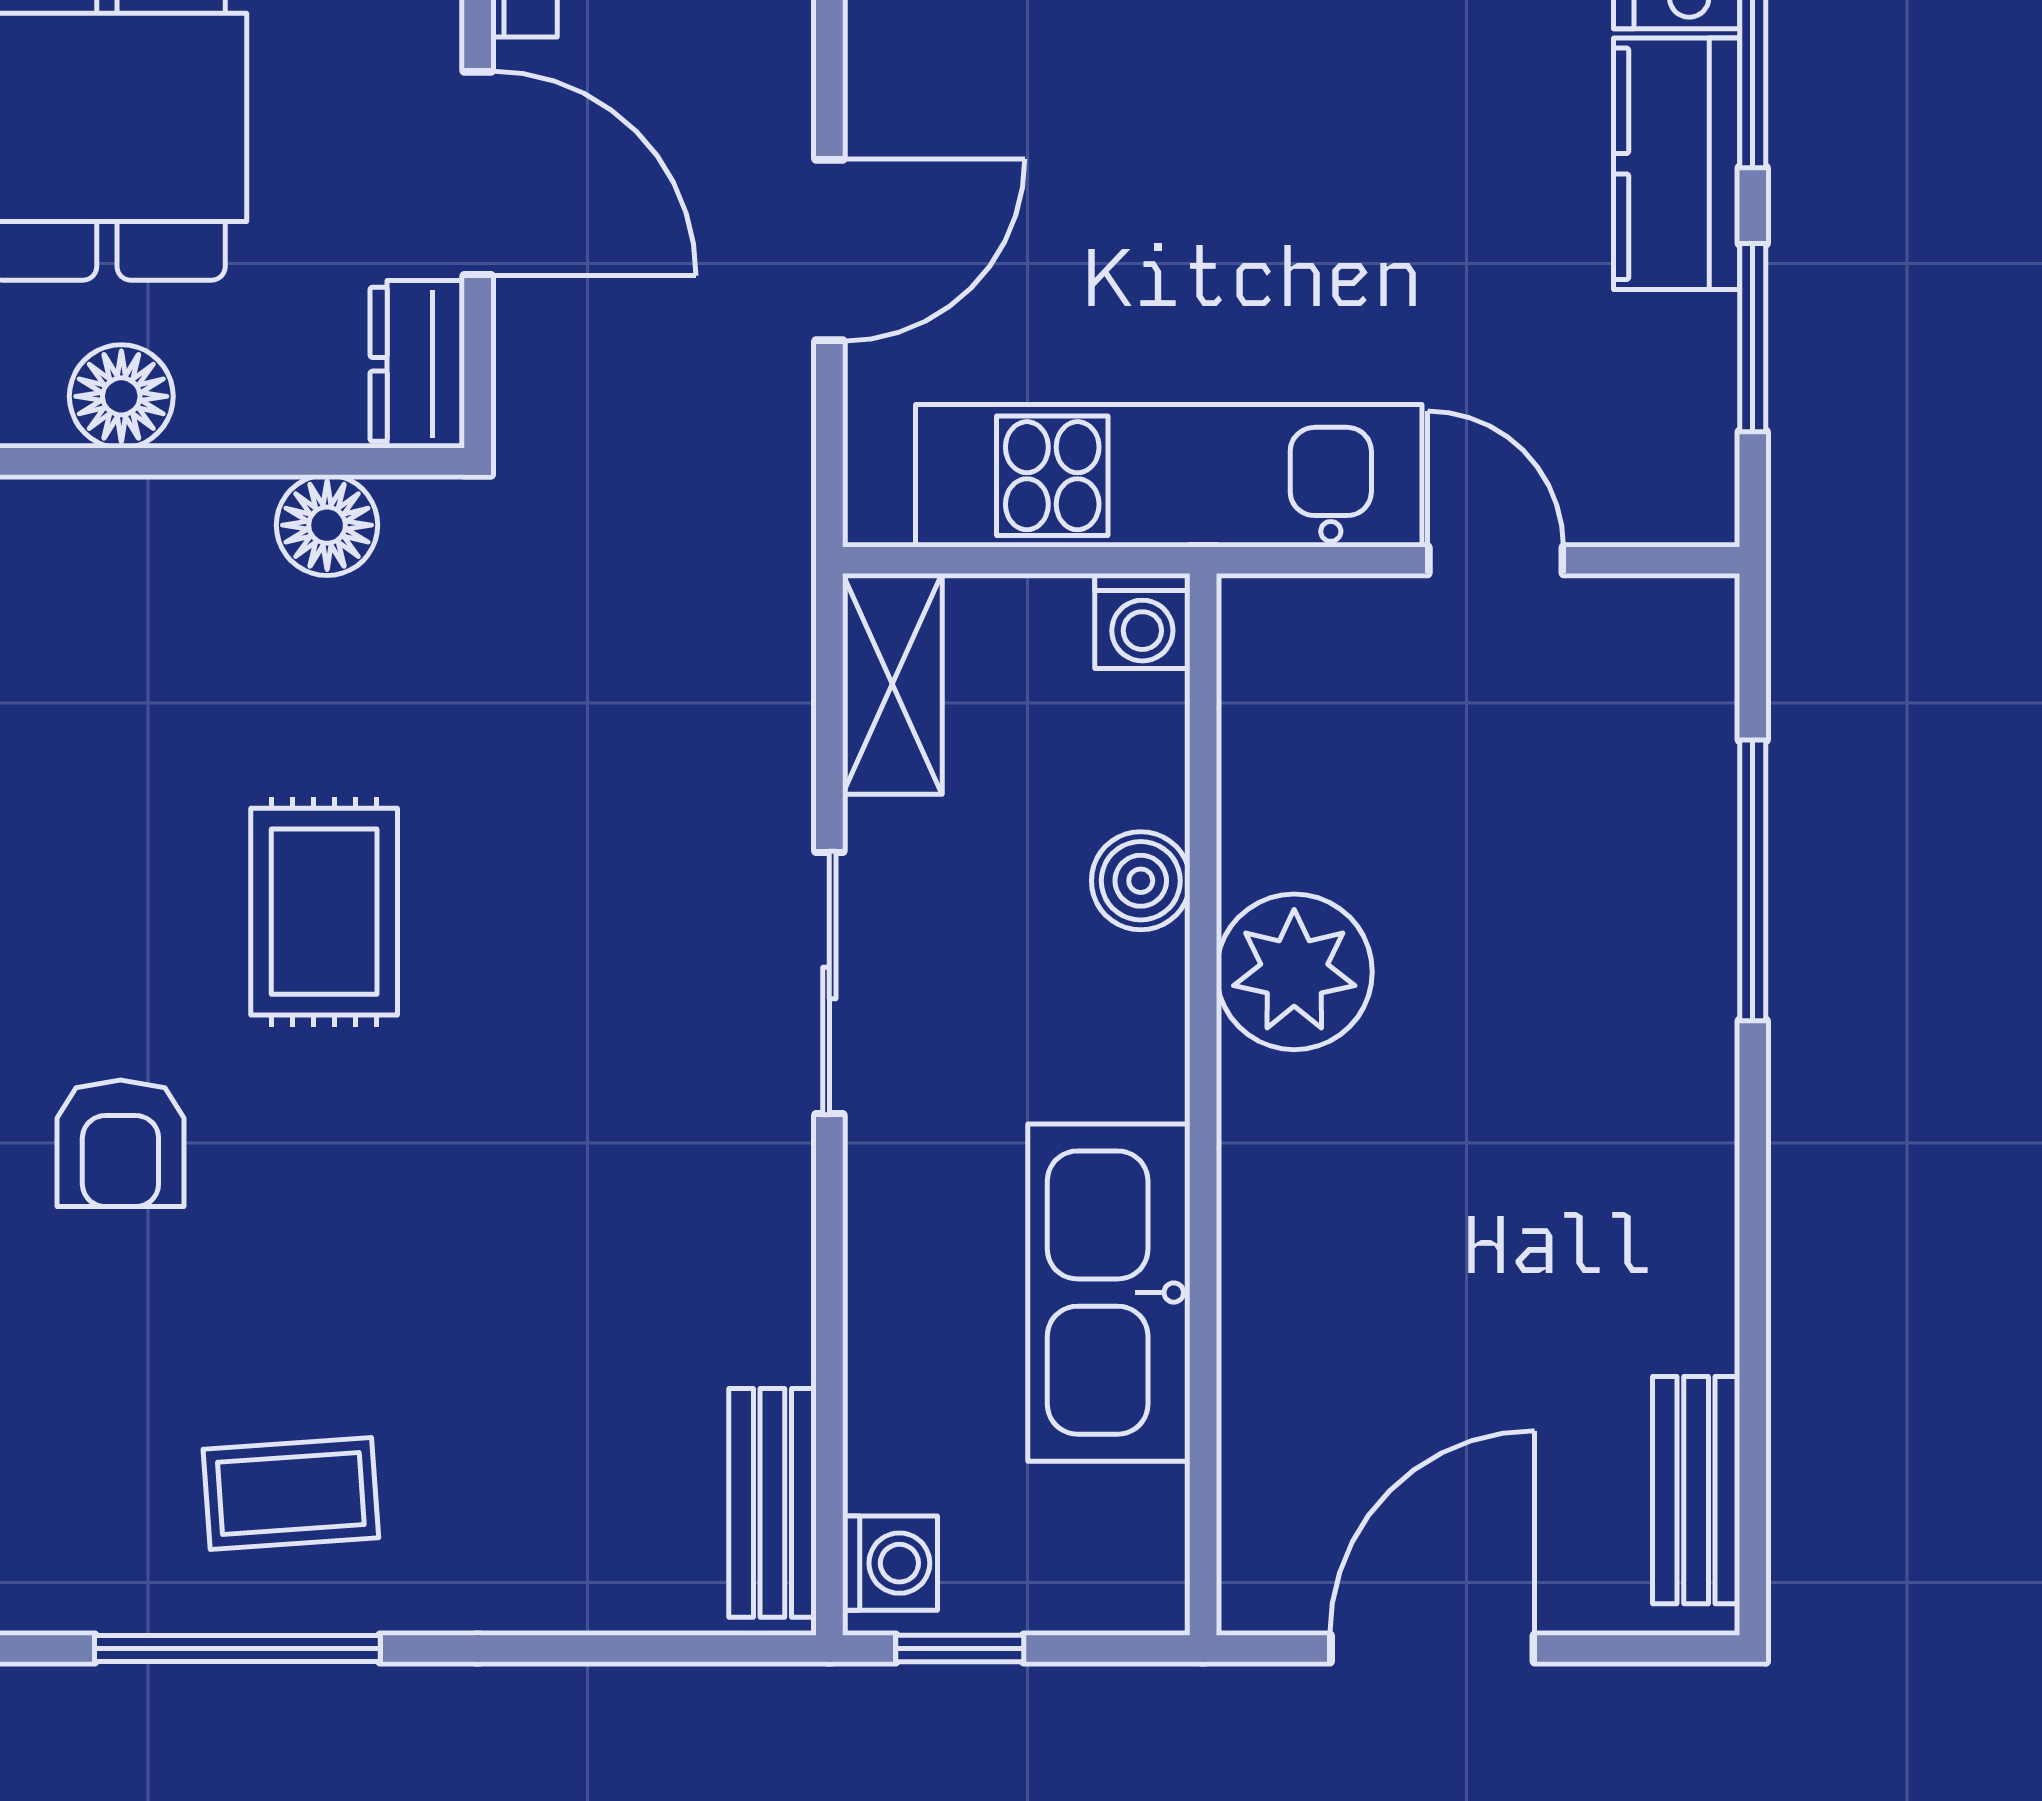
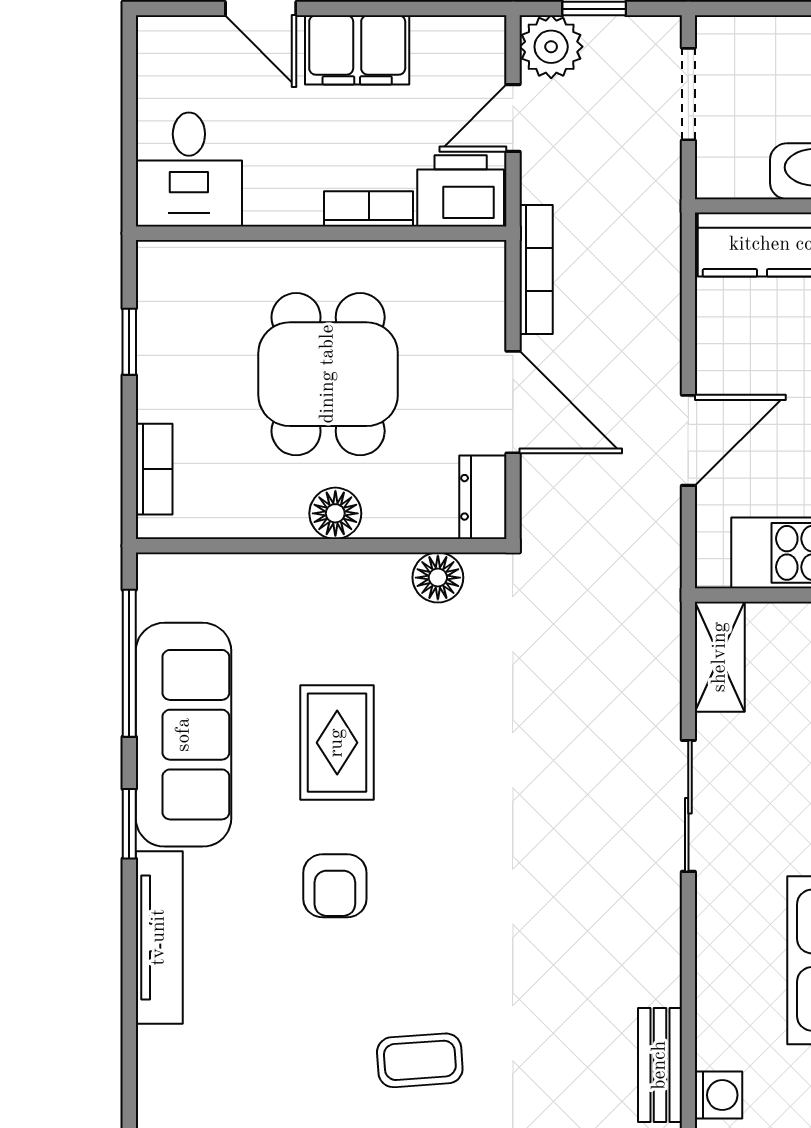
rug: (324, 912) -> (337, 743), moved

